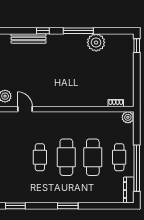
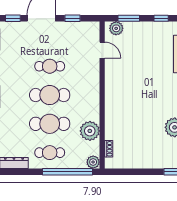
door: (25, 109) -> (102, 50), hinge flipped
plant: (99, 120) -> (90, 131), added
window: (137, 168) -> (68, 172), moved

